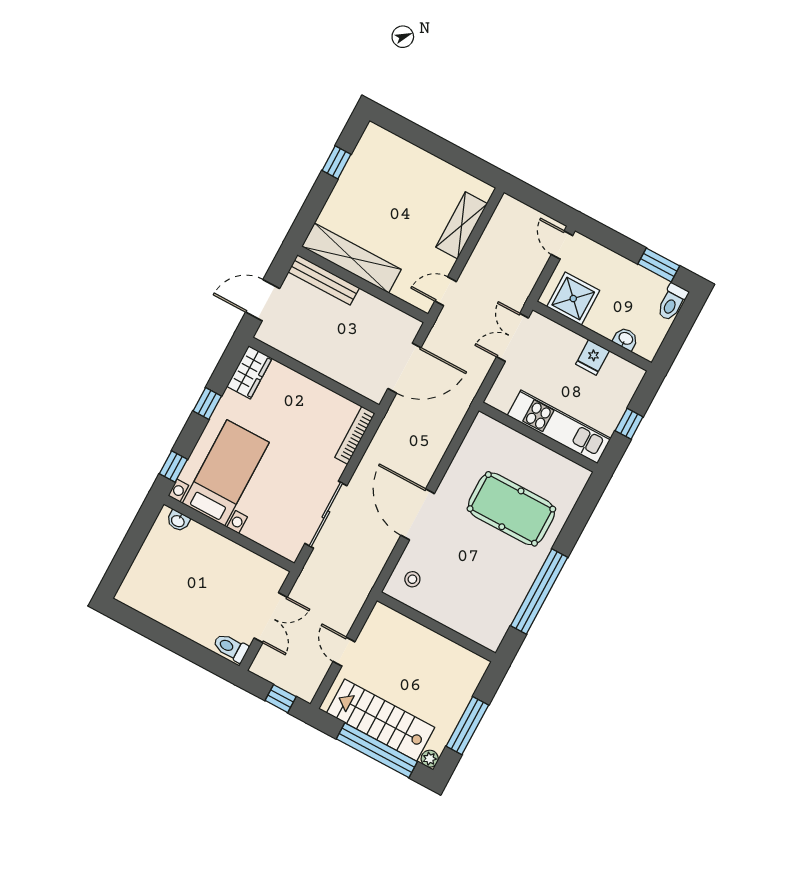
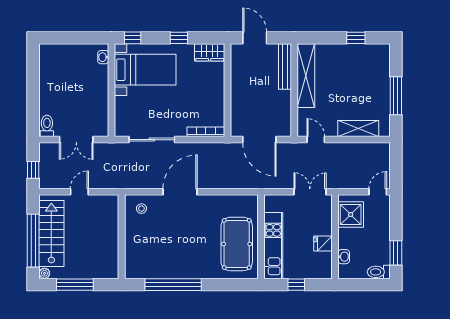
window: (444, 150) -> (396, 96), added
pool table: (511, 509) -> (237, 244), moved

